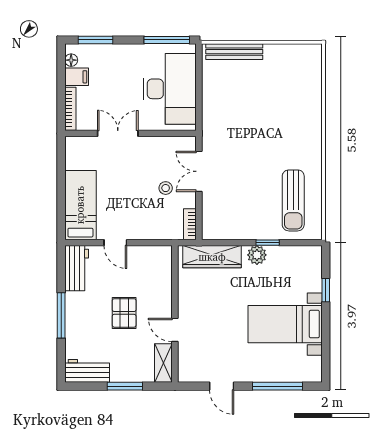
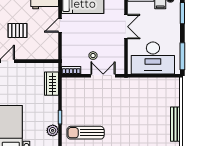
bench: (234, 52) -> (175, 124), moved
plant: (257, 255) -> (53, 130), moved
wardrobe: (212, 257) -> (52, 84), width x0.67

